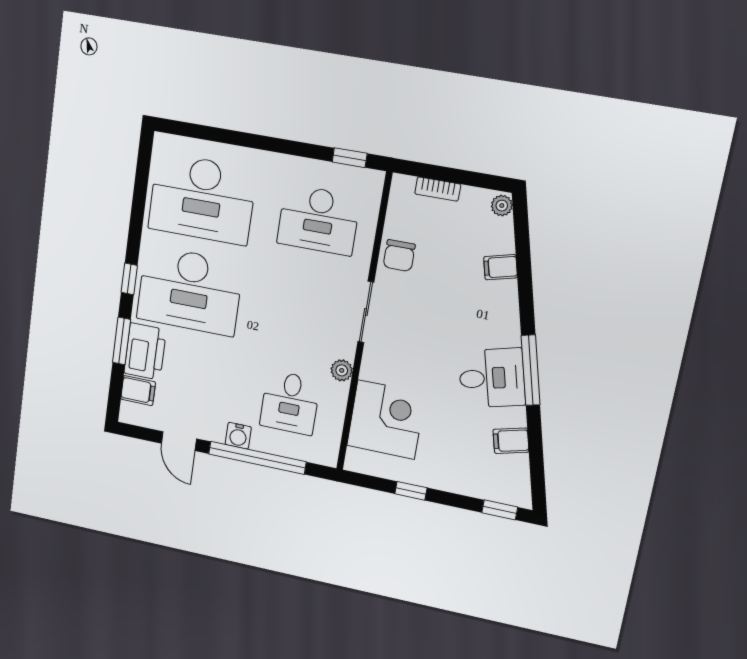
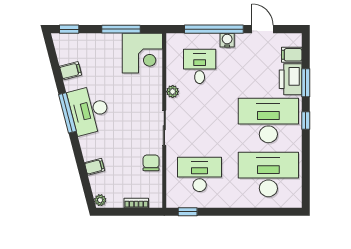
desk: (492, 378) -> (89, 110), width x1.37
corner desk: (386, 420) -> (142, 53), moved, turned -90
window: (411, 491) -> (121, 29), width x2.17

